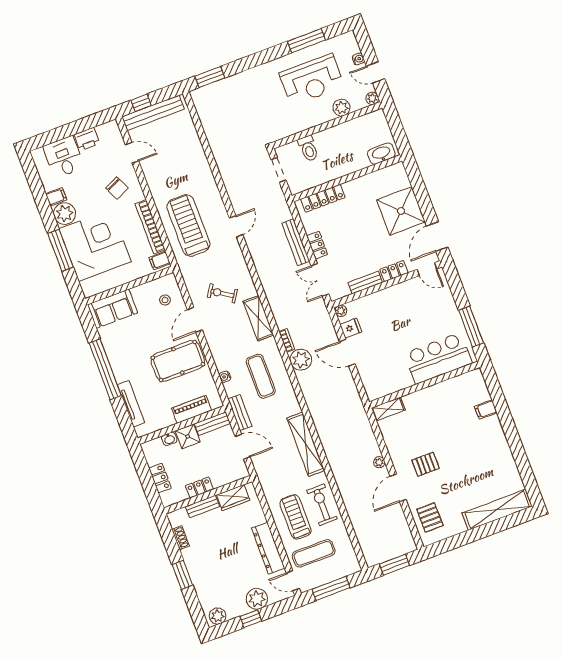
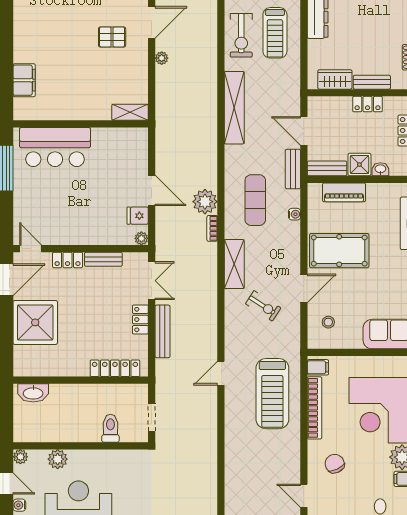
filing cabinet: (486, 409) -> (24, 80), width x2.00

